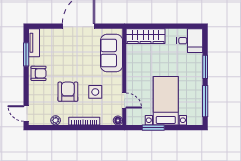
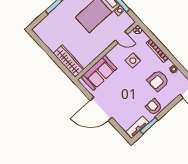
desk: (190, 41) -> (46, 31), removed
armchair: (68, 92) -> (158, 81), moved
door: (124, 101) -> (121, 37), swing flipped

